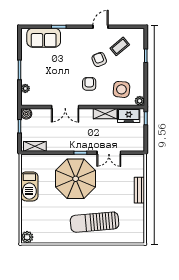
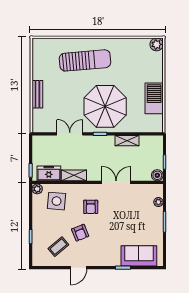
shelving: (35, 146) -> (127, 141), moved

